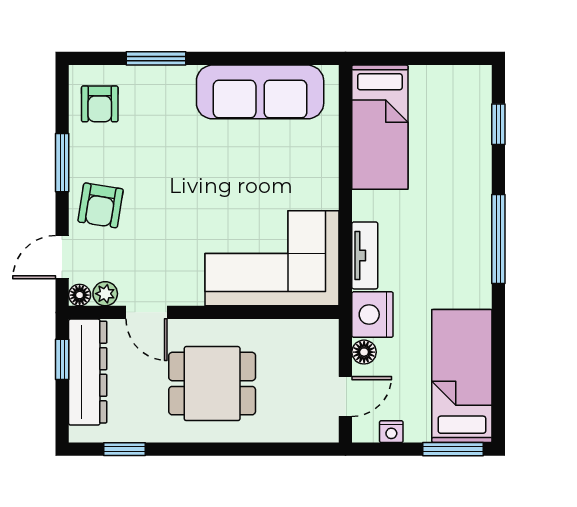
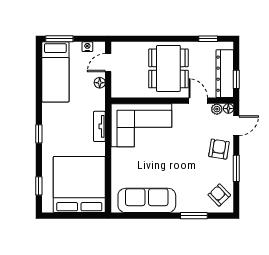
armchair: (100, 104) -> (219, 195), turned -44
bed: (380, 127) -> (79, 184), width x2.04
window: (498, 239) -> (39, 134), width x0.46
nightstand: (372, 315) -> (96, 100), removed
dining table: (212, 384) -> (168, 68), width x1.37

